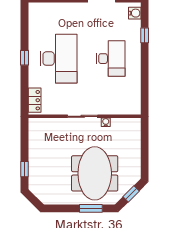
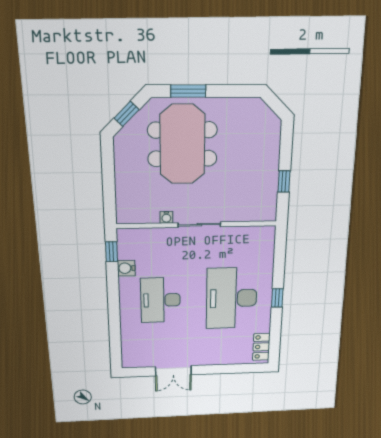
water cooler: (135, 13) -> (126, 268), moved
window: (145, 35) -> (111, 252), moved
locker: (35, 100) -> (261, 347), moved
window: (25, 169) -> (284, 181), moved

